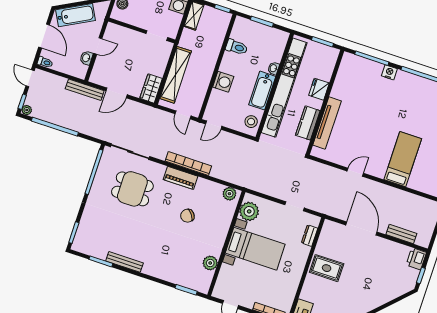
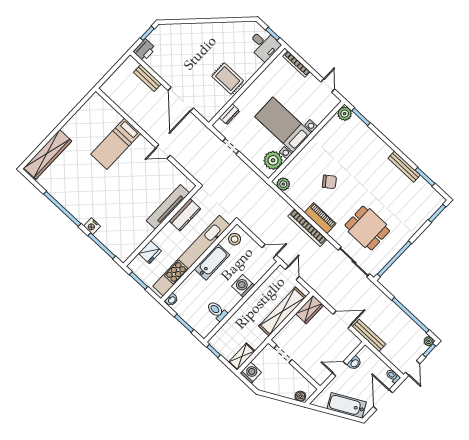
washbasin: (274, 68) -> (172, 300), moved
fridge: (319, 89) -> (150, 252), moved
plant: (210, 263) -> (345, 114), moved

